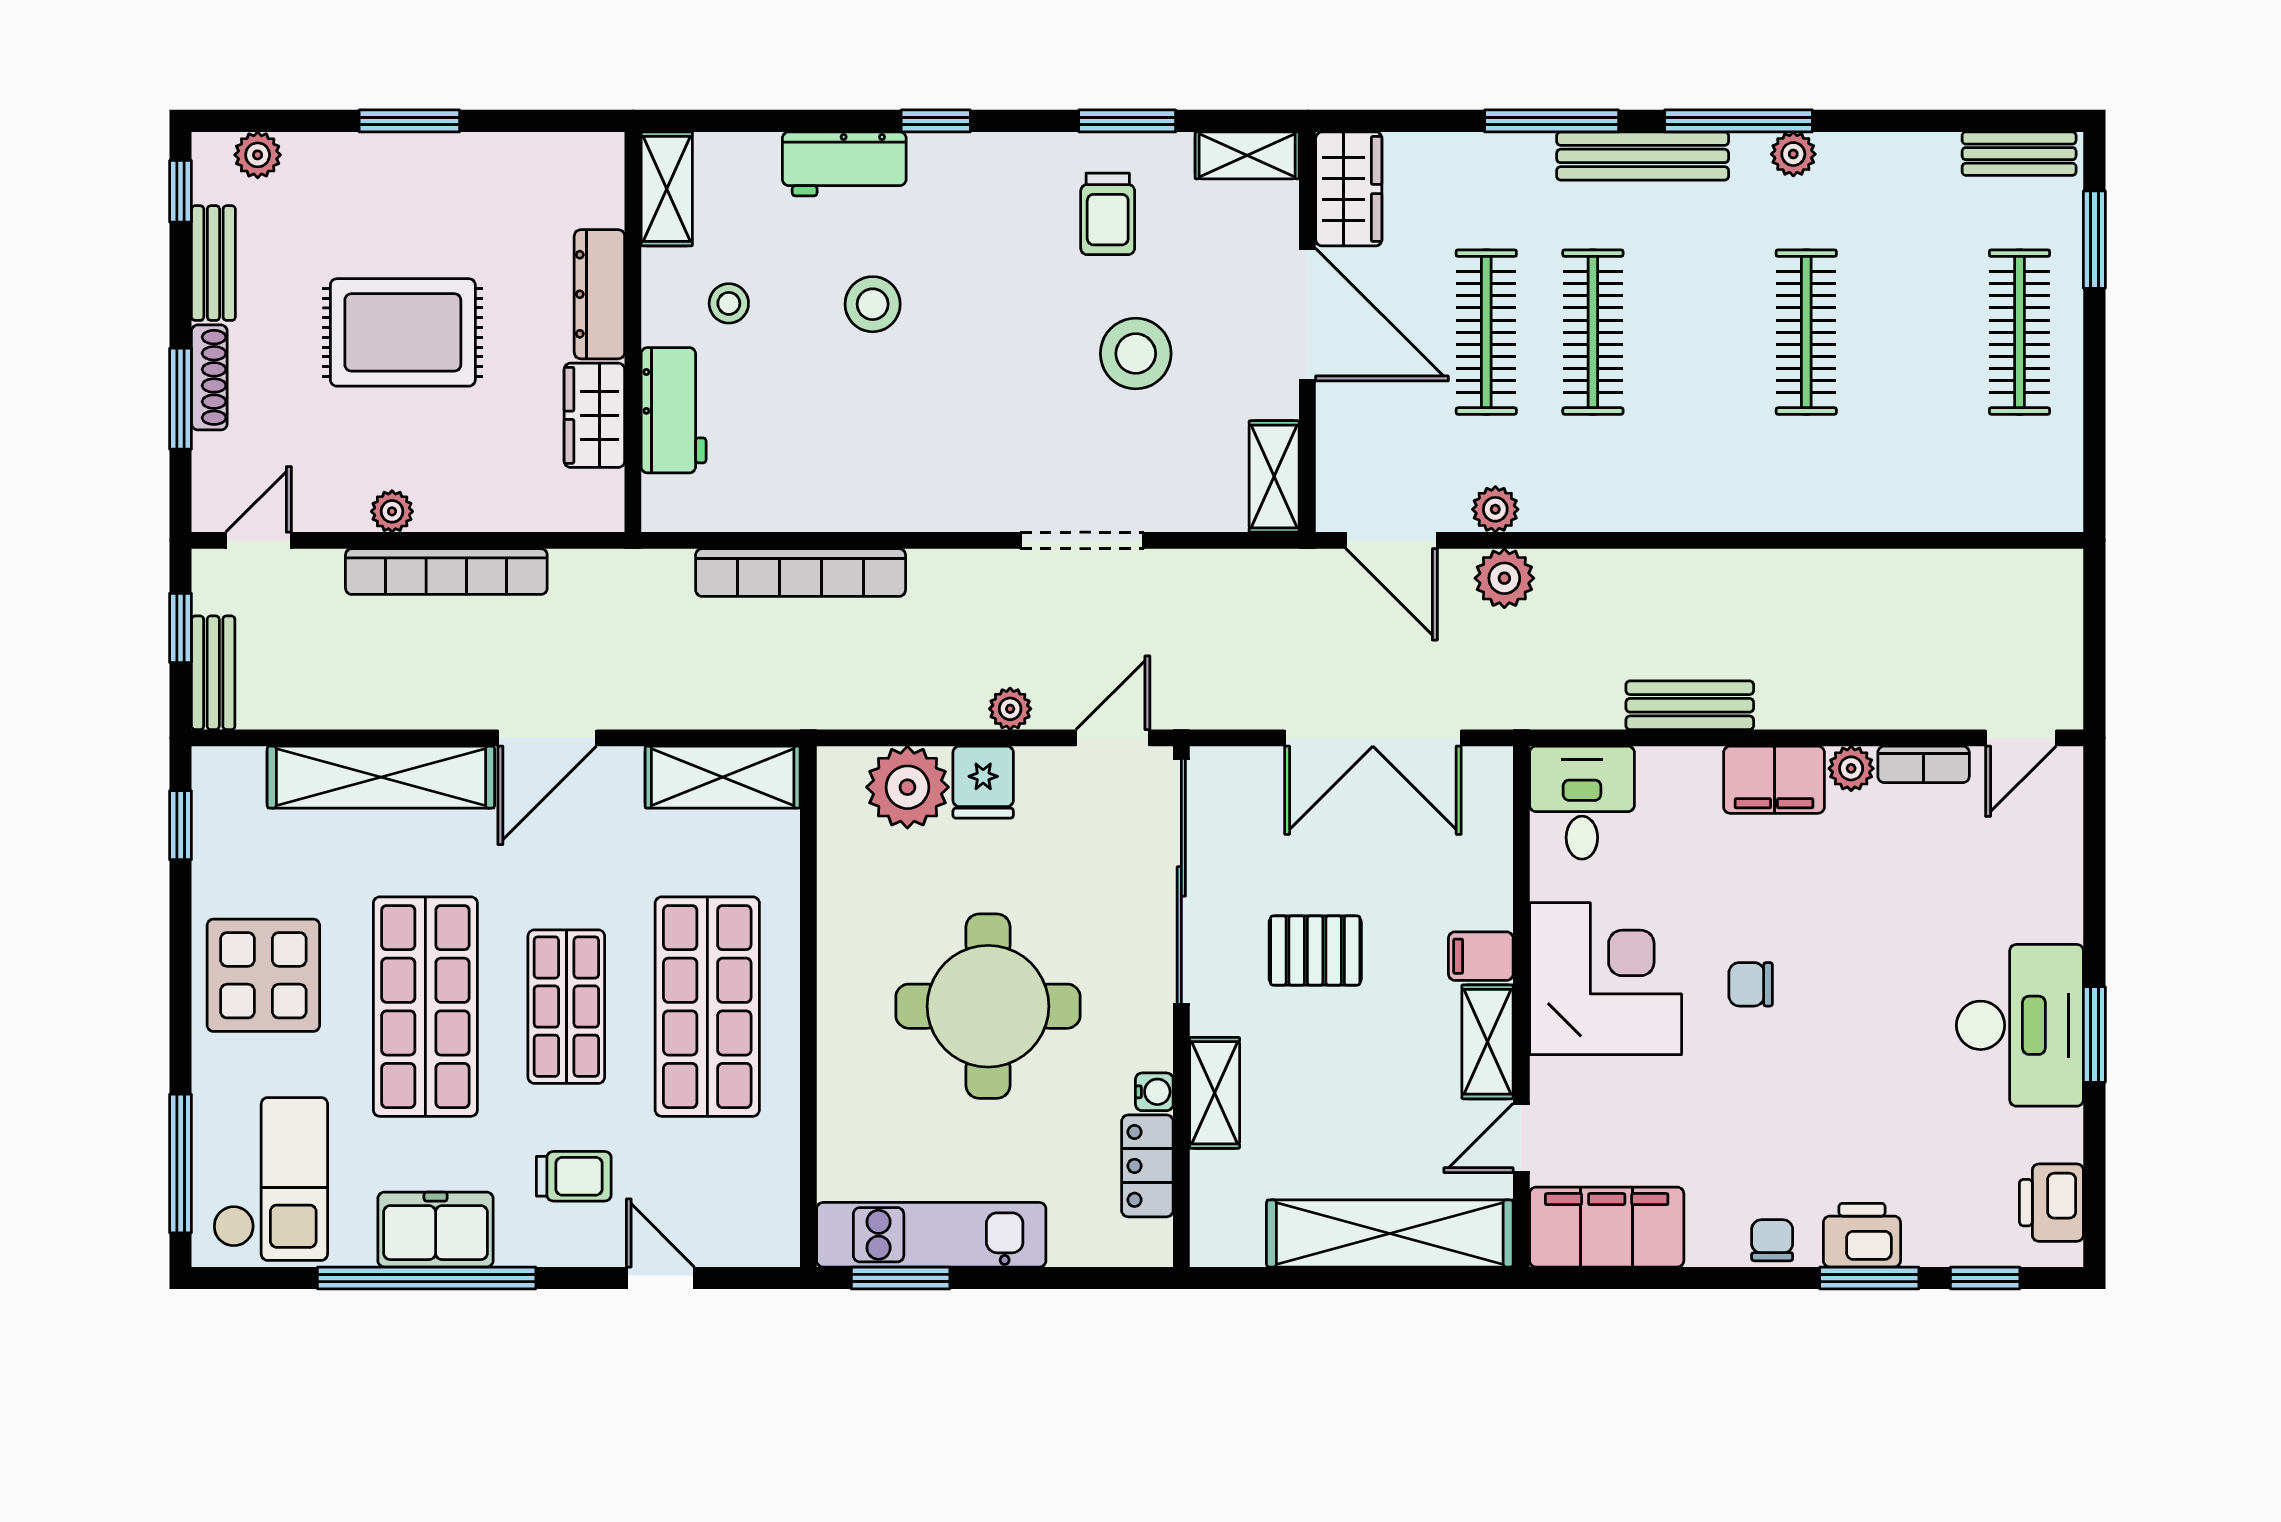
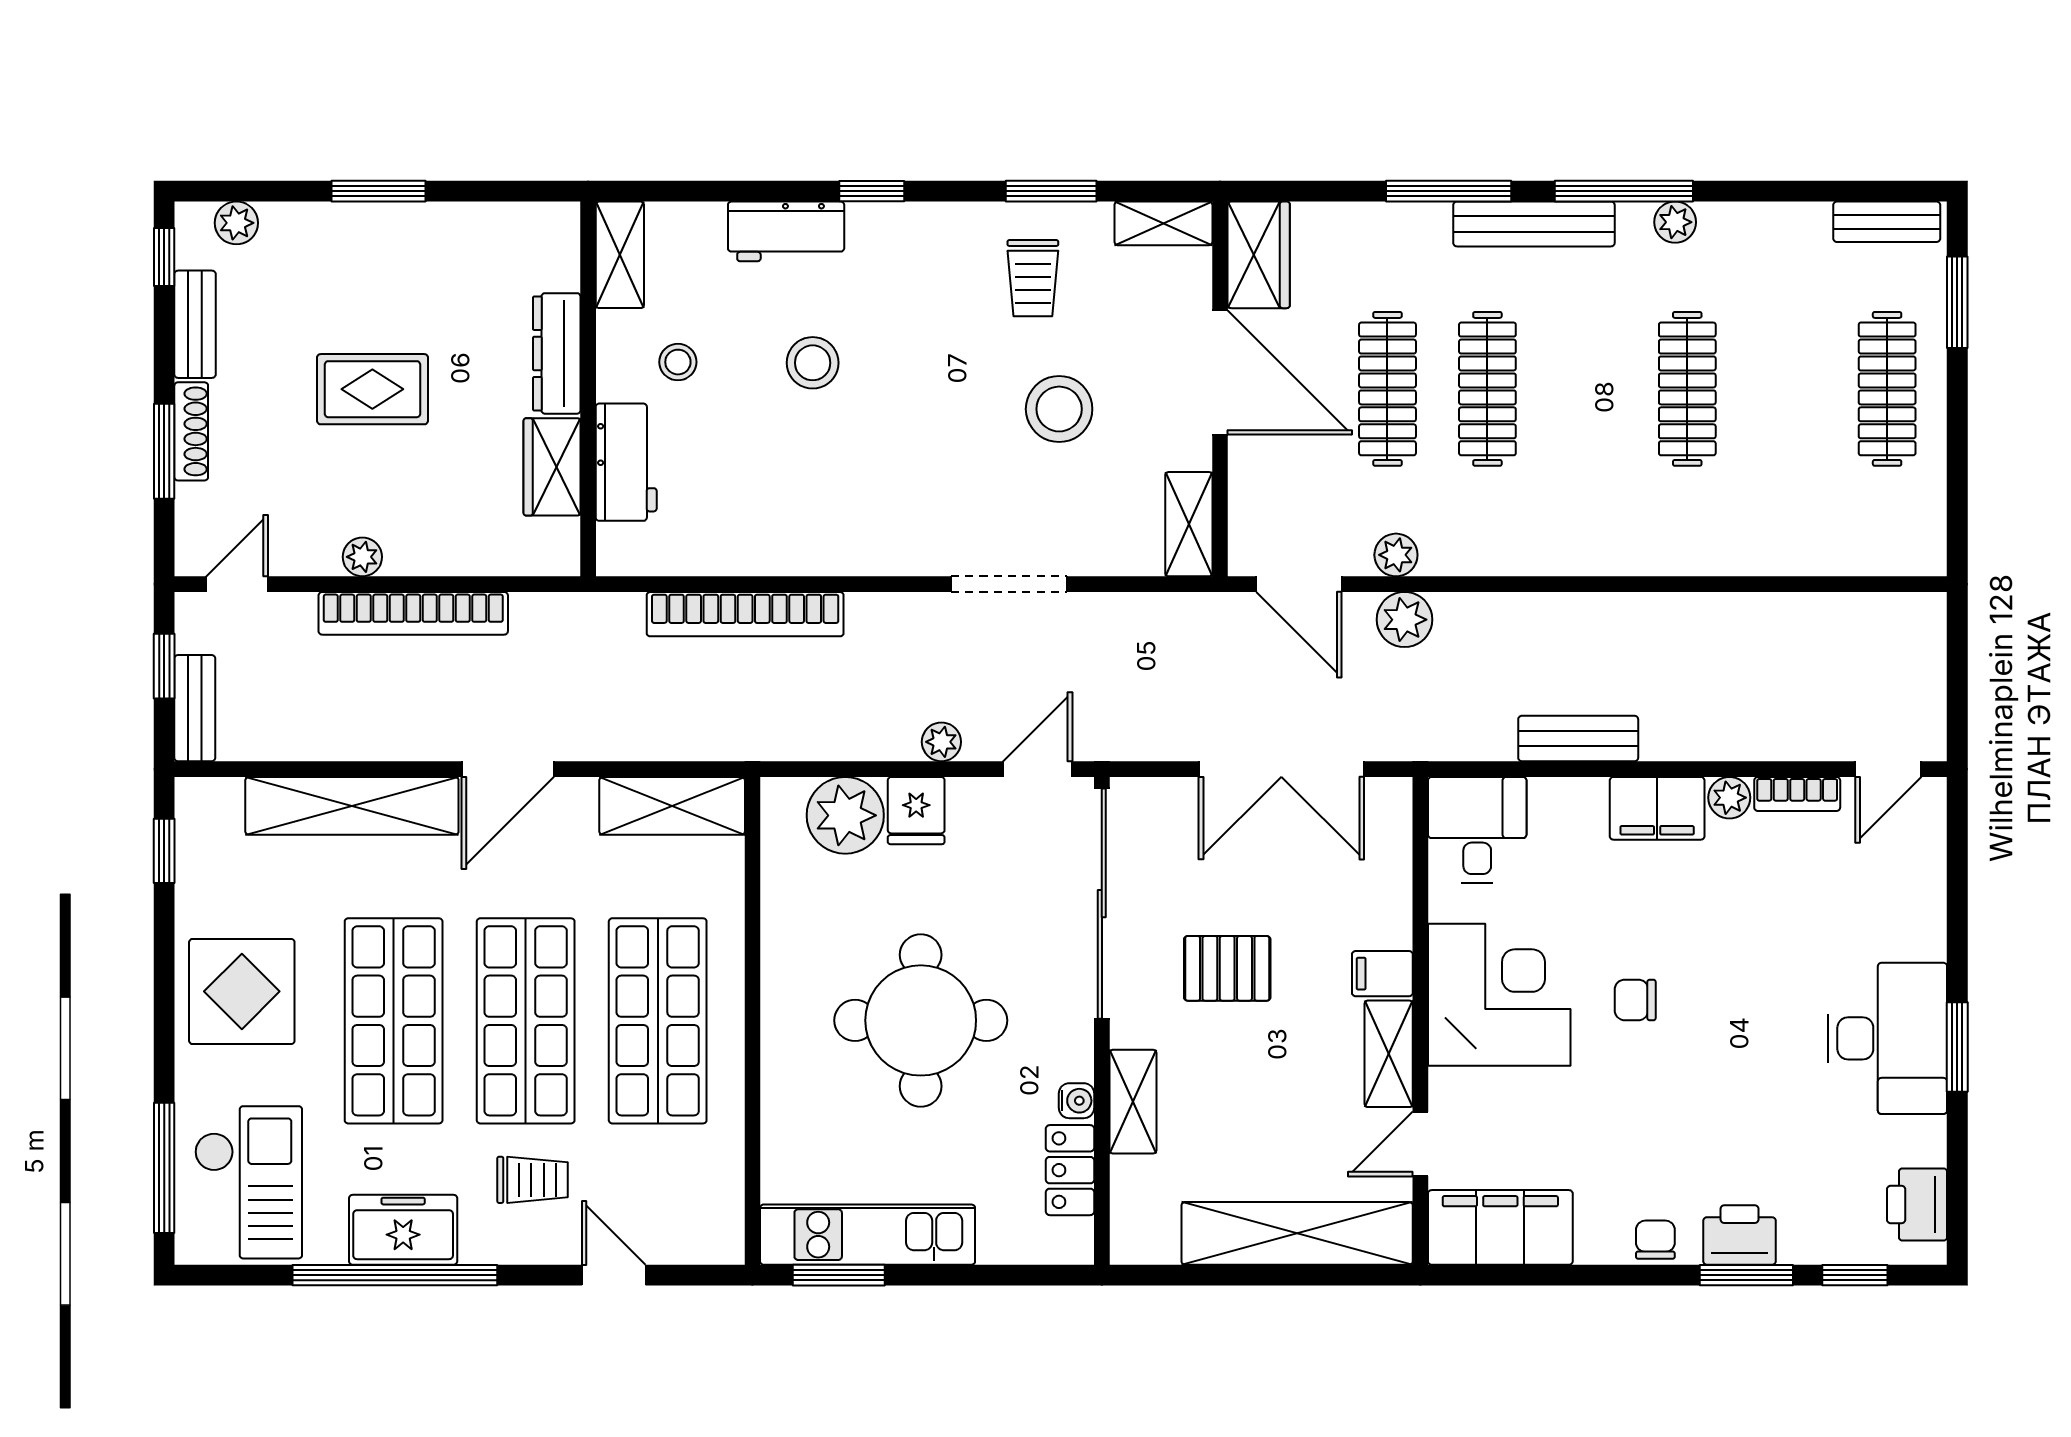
rug: (403, 332) -> (372, 389), width x0.73, depth x0.70
shop shelf: (566, 1007) -> (526, 1021), width x1.43, depth x1.36

